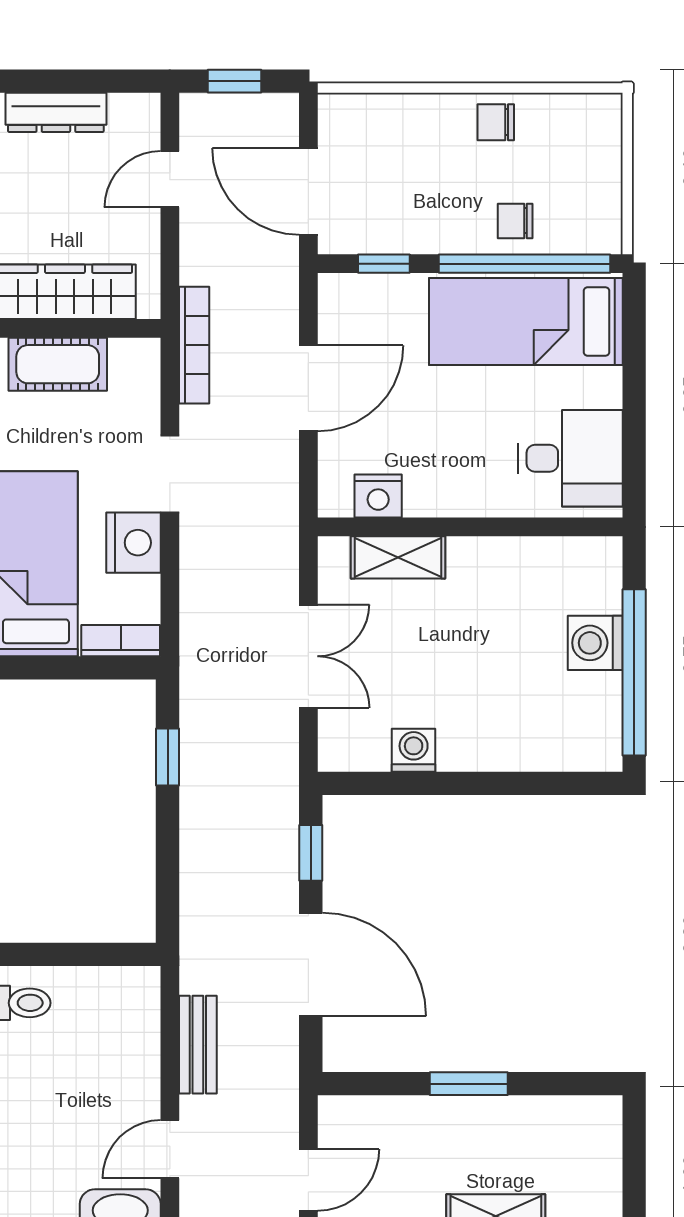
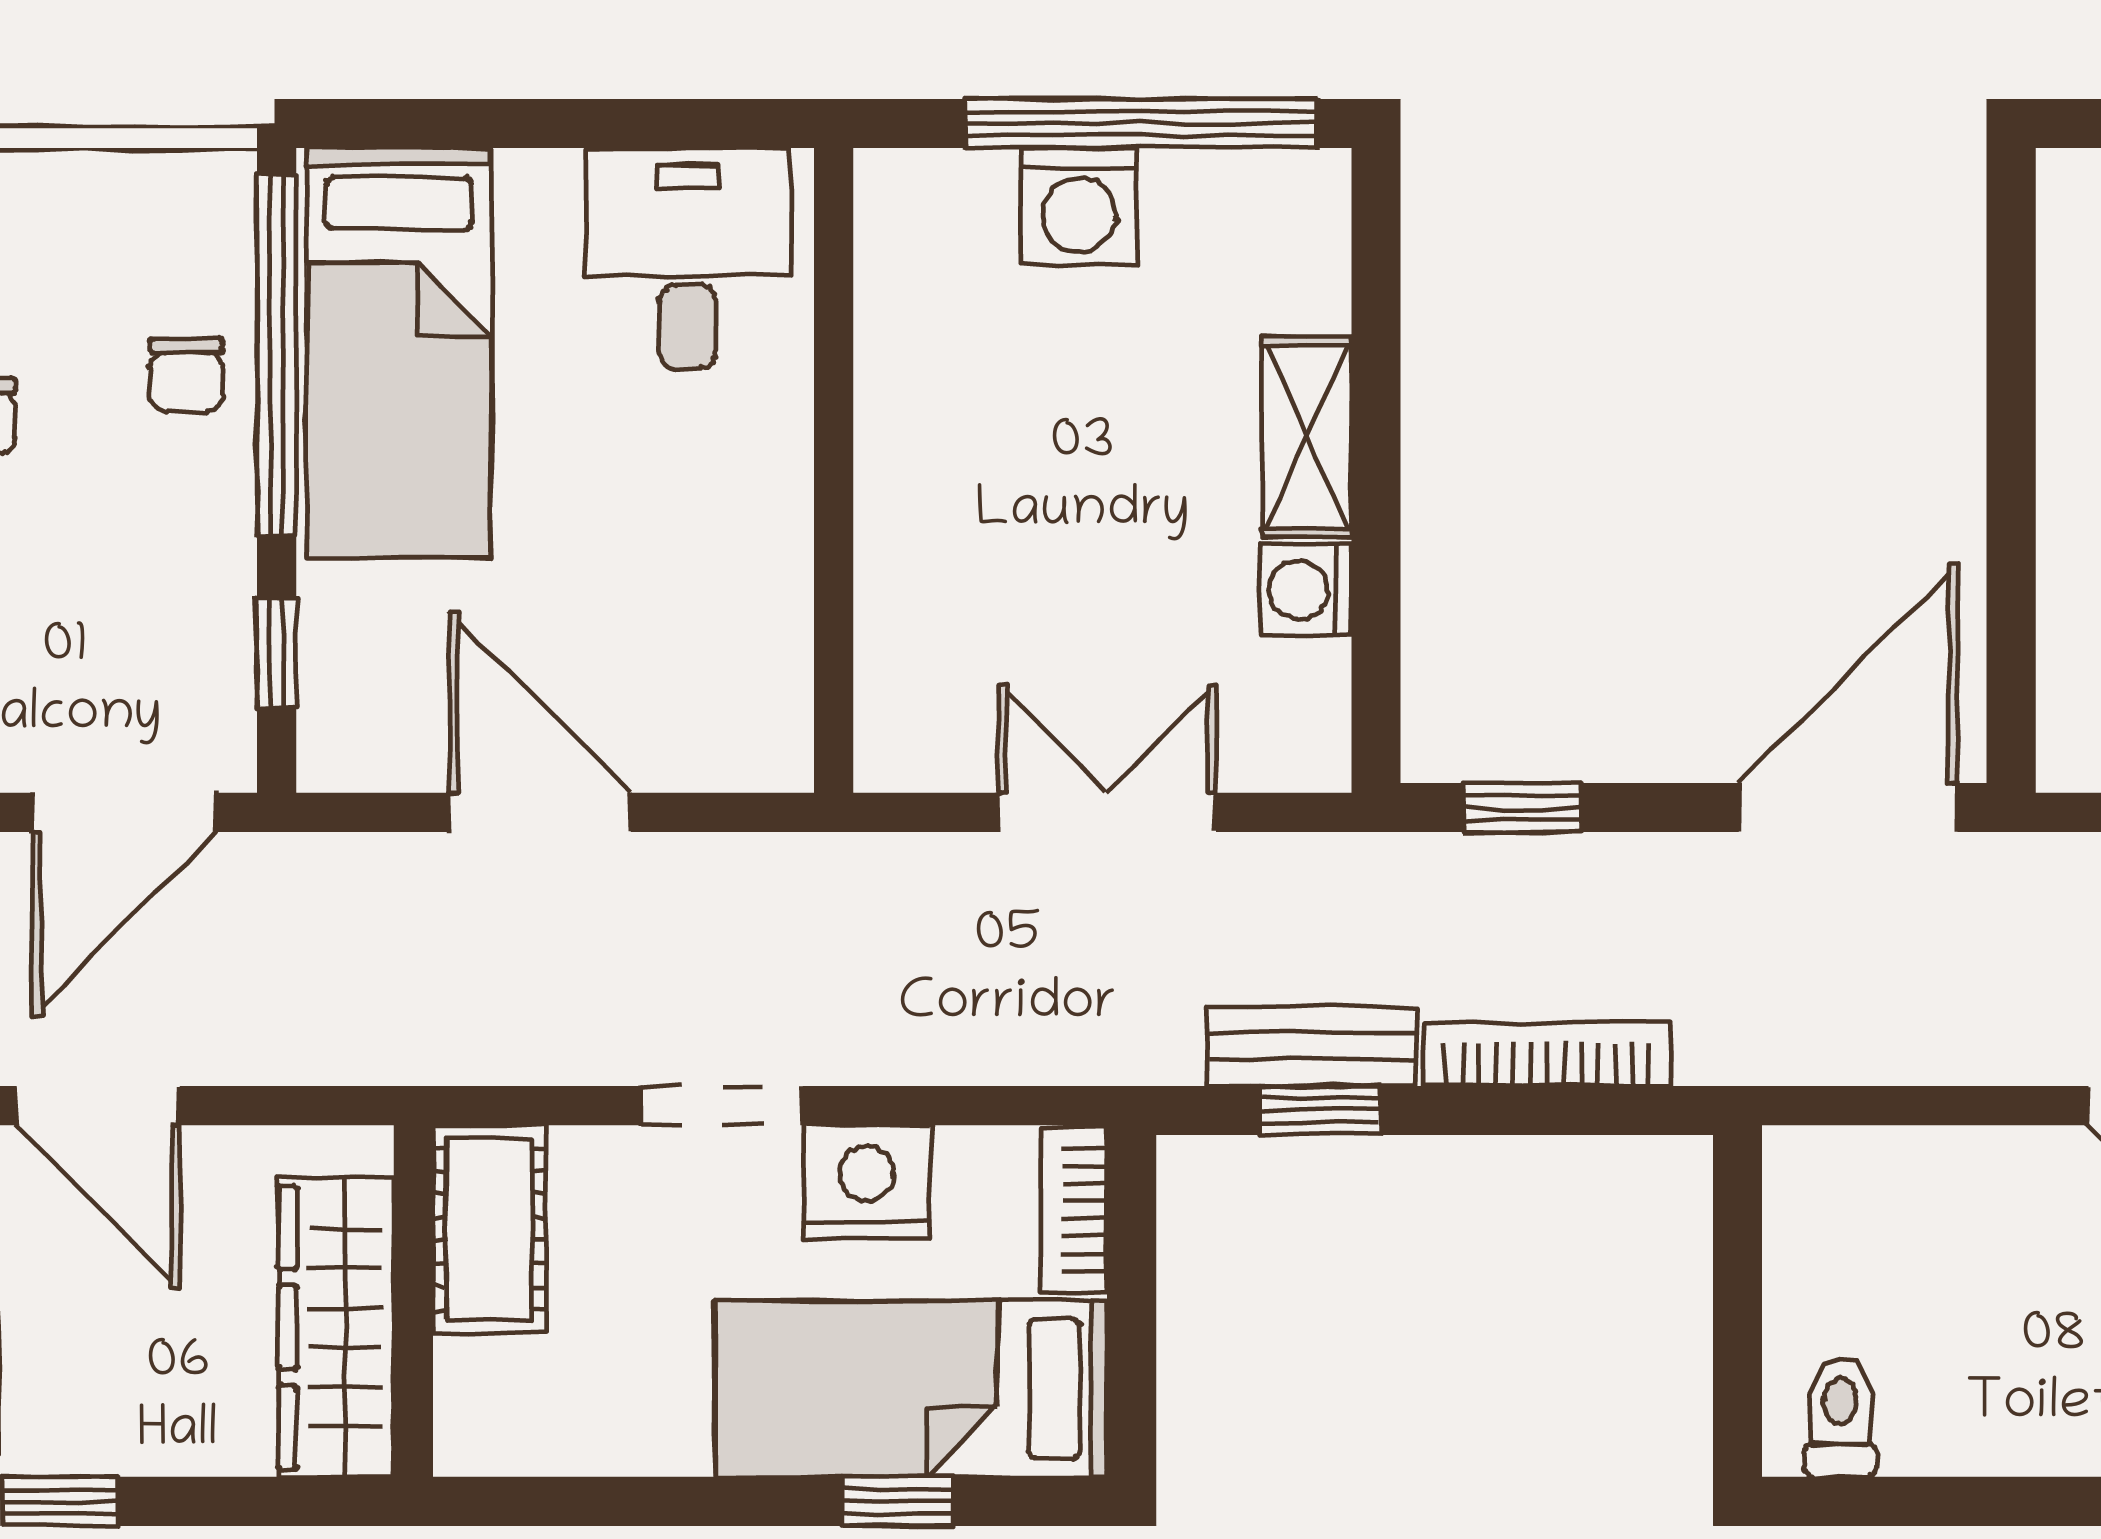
door: (170, 179) -> (98, 1106), width x1.38
bookcase: (194, 345) -> (1547, 1054), moved
cot: (58, 364) -> (489, 1229), moved
nightstand: (378, 496) -> (768, 665), removed
shelving: (398, 557) -> (1307, 437), moved
door: (311, 964) -> (1848, 808), moved
bench: (198, 1045) -> (1312, 1046), moved
window: (469, 1084) -> (2011, 473), removed

